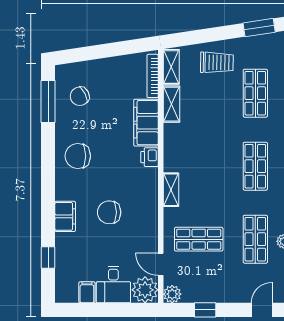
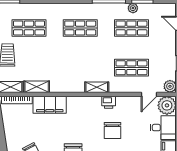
printer: (149, 157) -> (109, 102), moved
shop shelf: (199, 239) -> (131, 68), turned 90

